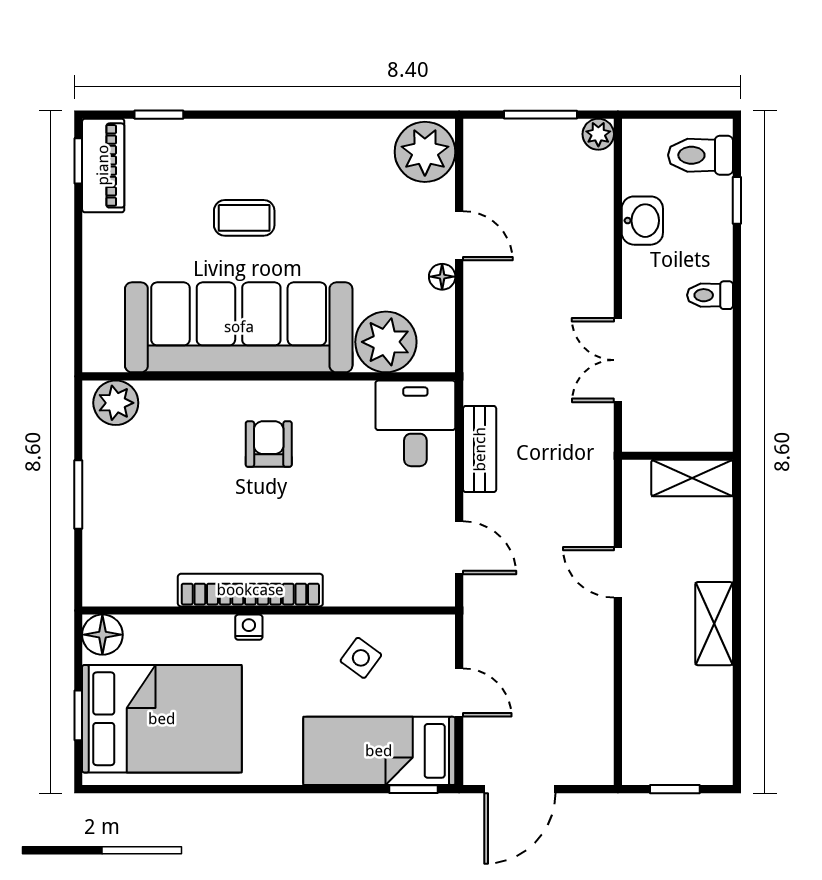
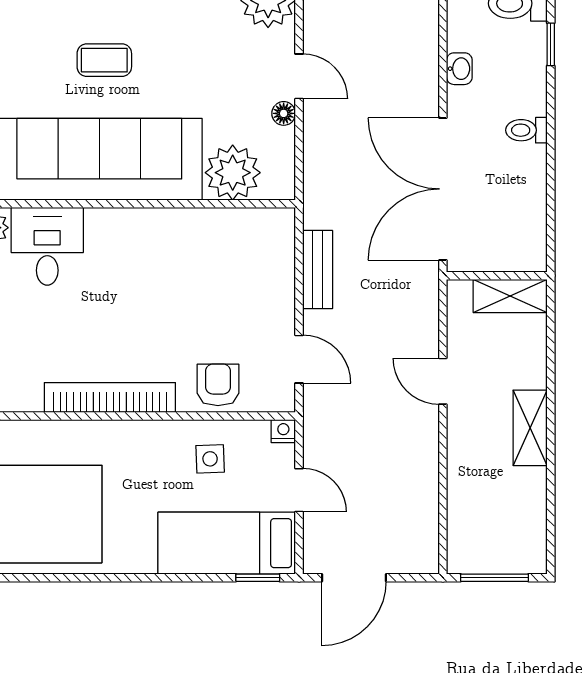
washbasin: (642, 221) -> (459, 69), width x0.72, depth x0.69
double door: (618, 360) -> (443, 189), width x1.87
desk: (415, 423) -> (47, 246), moved
armchair: (269, 444) -> (218, 385), moved
nightstand: (249, 627) -> (283, 431), moved
side table: (361, 658) -> (210, 459), turned -38
window: (675, 789) -> (495, 578), width x1.50

